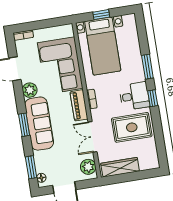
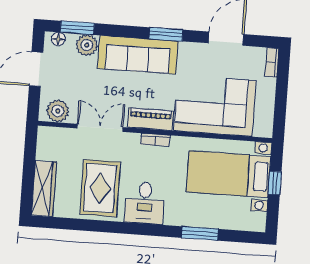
window: (147, 67) -> (200, 233), moved
plant: (30, 90) -> (87, 45), moved
window: (153, 98) -> (135, 229), removed
window: (24, 125) -> (166, 34), moved
wardrobe: (120, 167) -> (44, 189), moved

